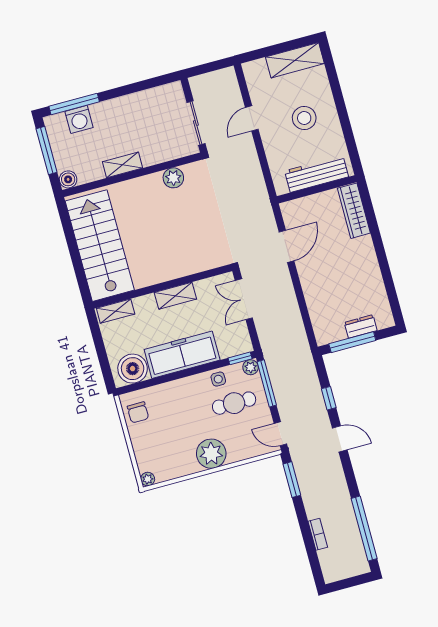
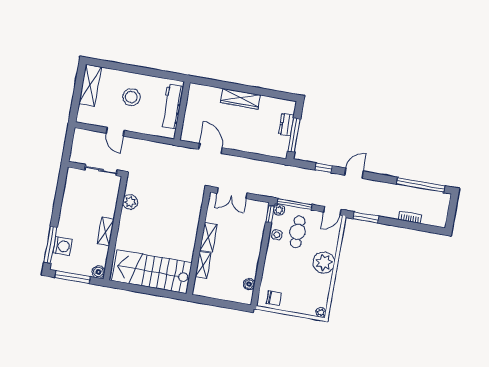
wardrobe: (354, 211) -> (240, 99), moved
shelving: (116, 311) -> (203, 265), moved
freezer: (182, 355) -> (249, 251), removed
boiler: (133, 369) -> (249, 284), width x0.54, depth x0.54

